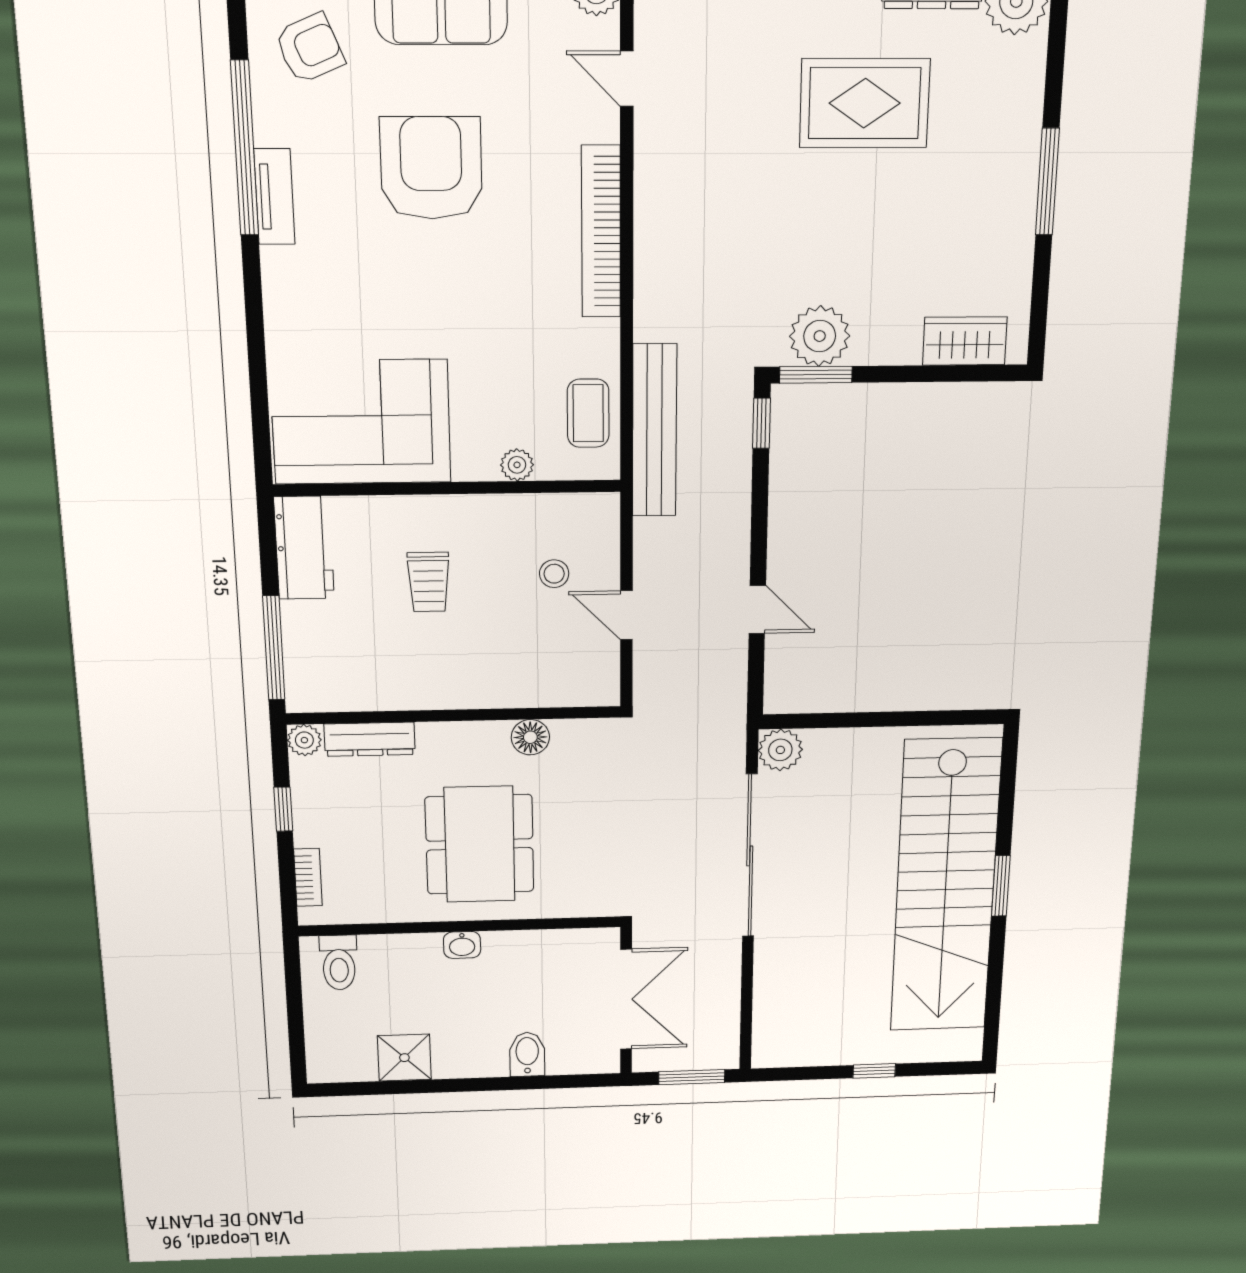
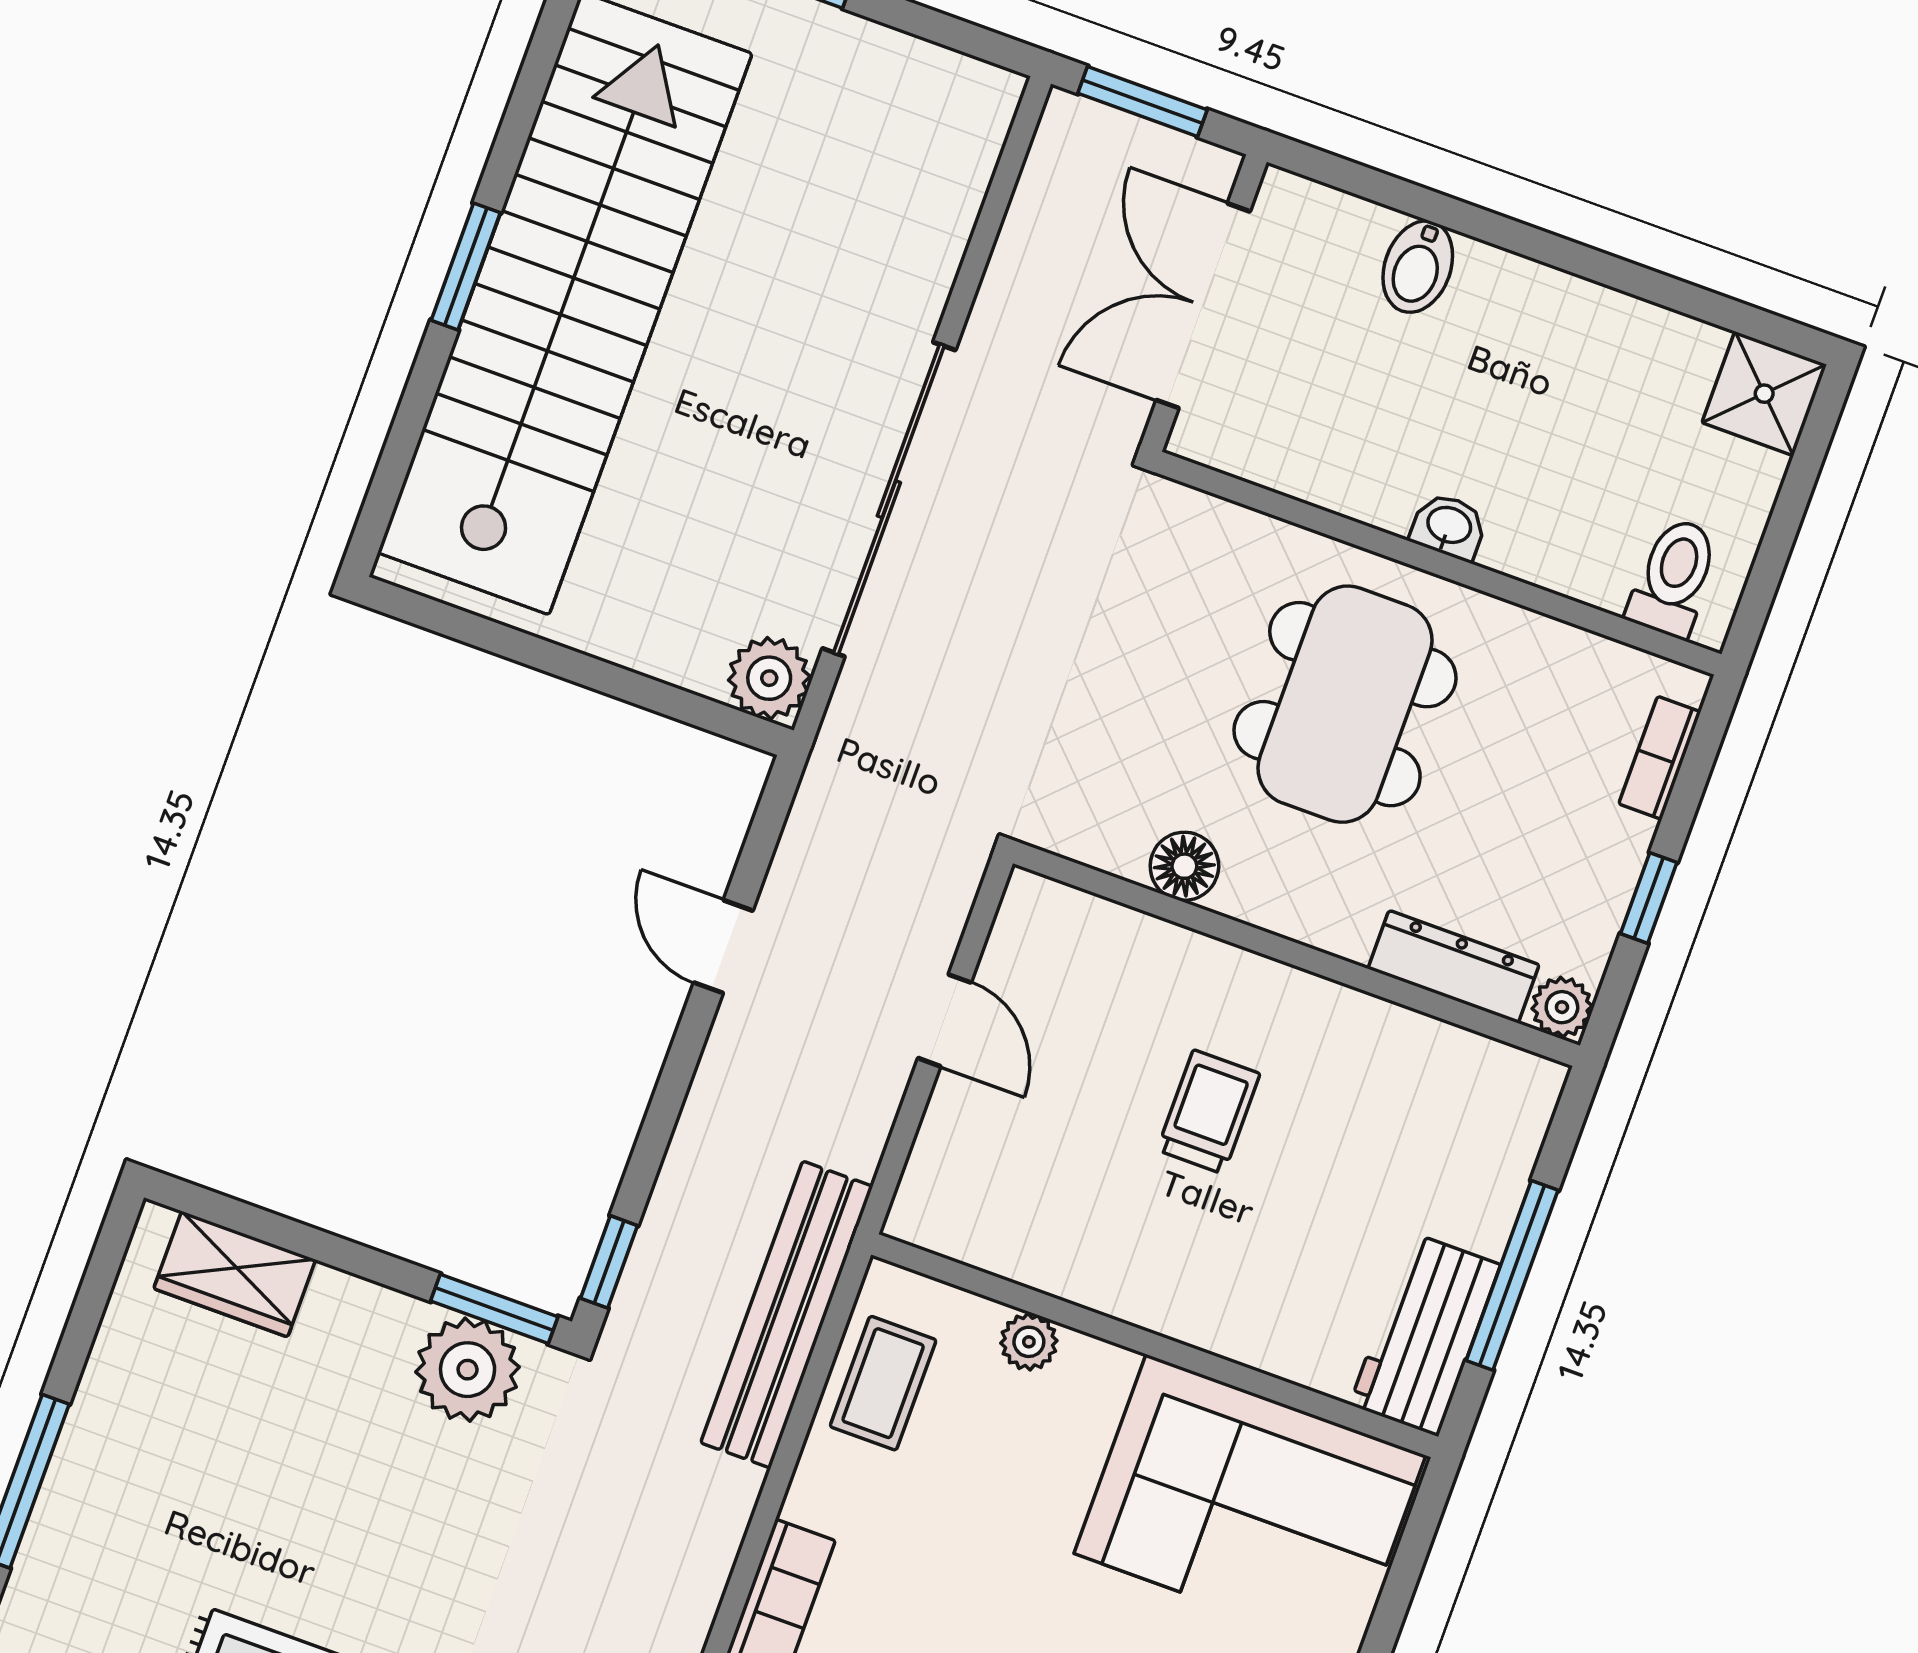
stool: (554, 574) -> (1037, 1137), removed
trolley: (429, 582) -> (1209, 1112), moved
window: (274, 648) -> (1512, 1275), moved
shower: (404, 1058) -> (1764, 394), moved

